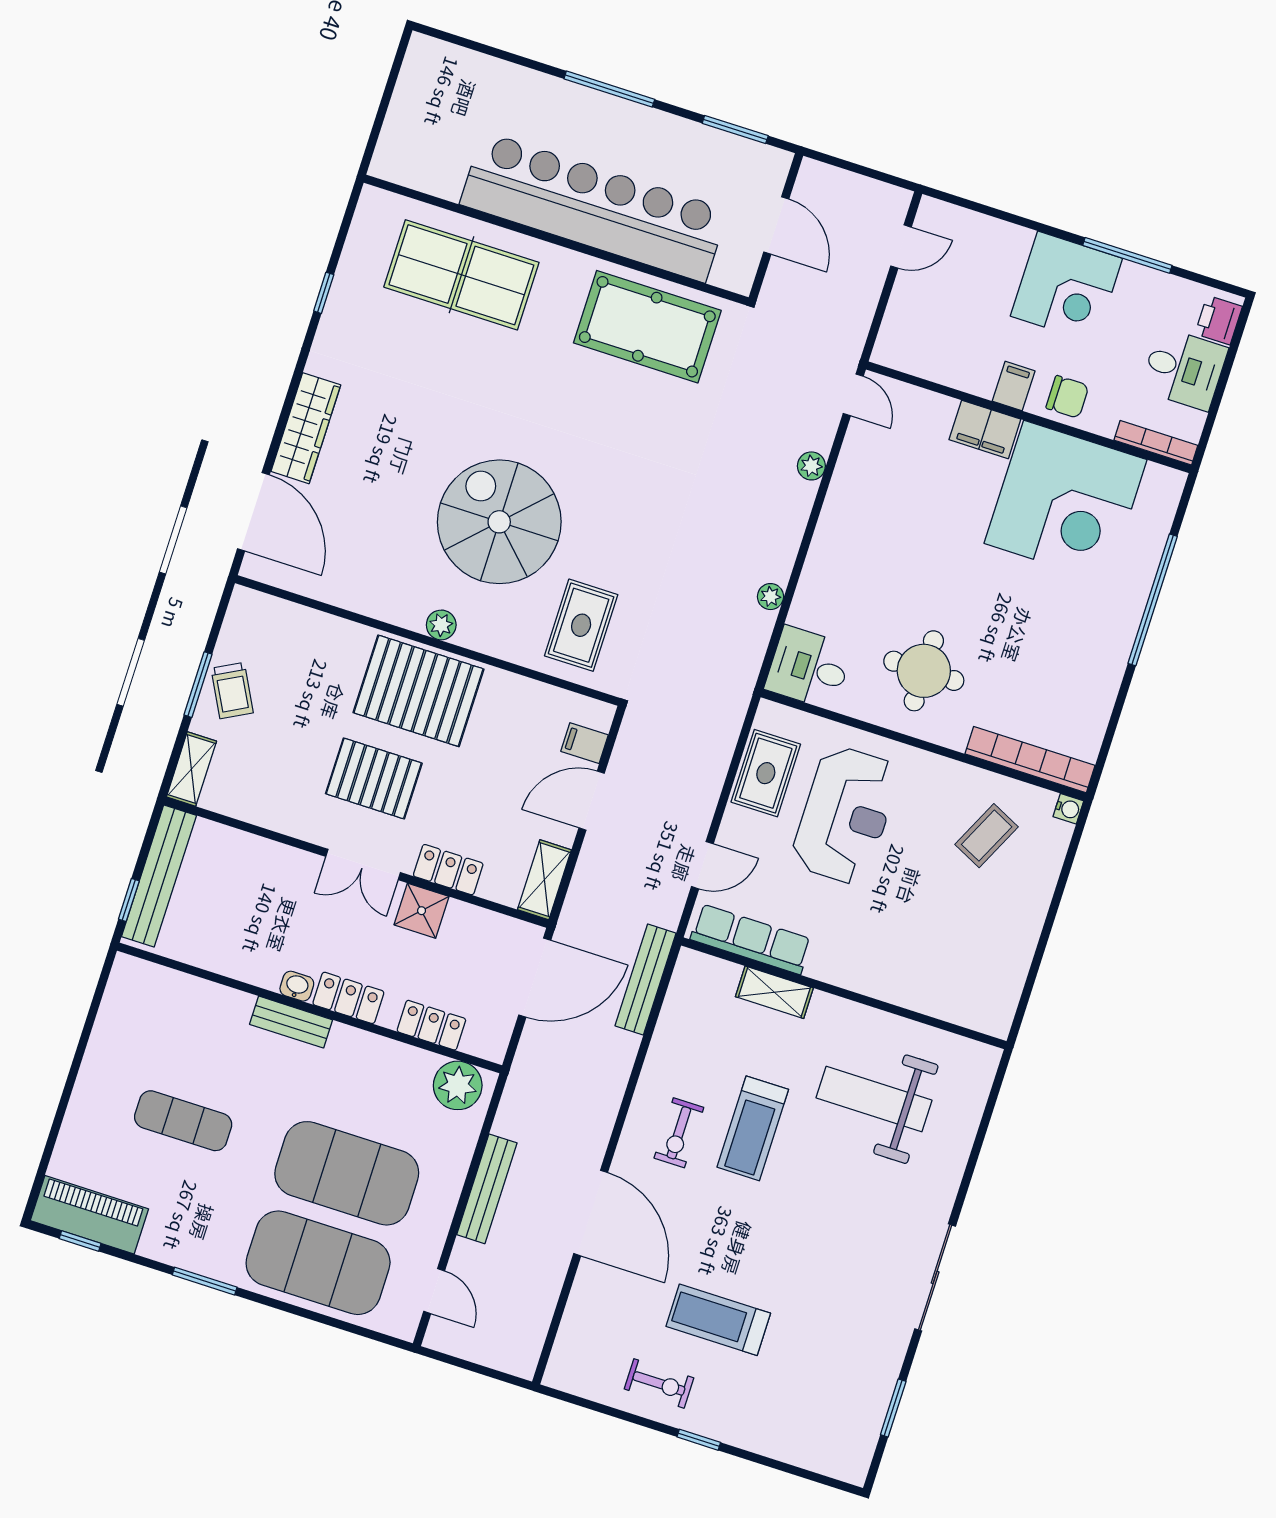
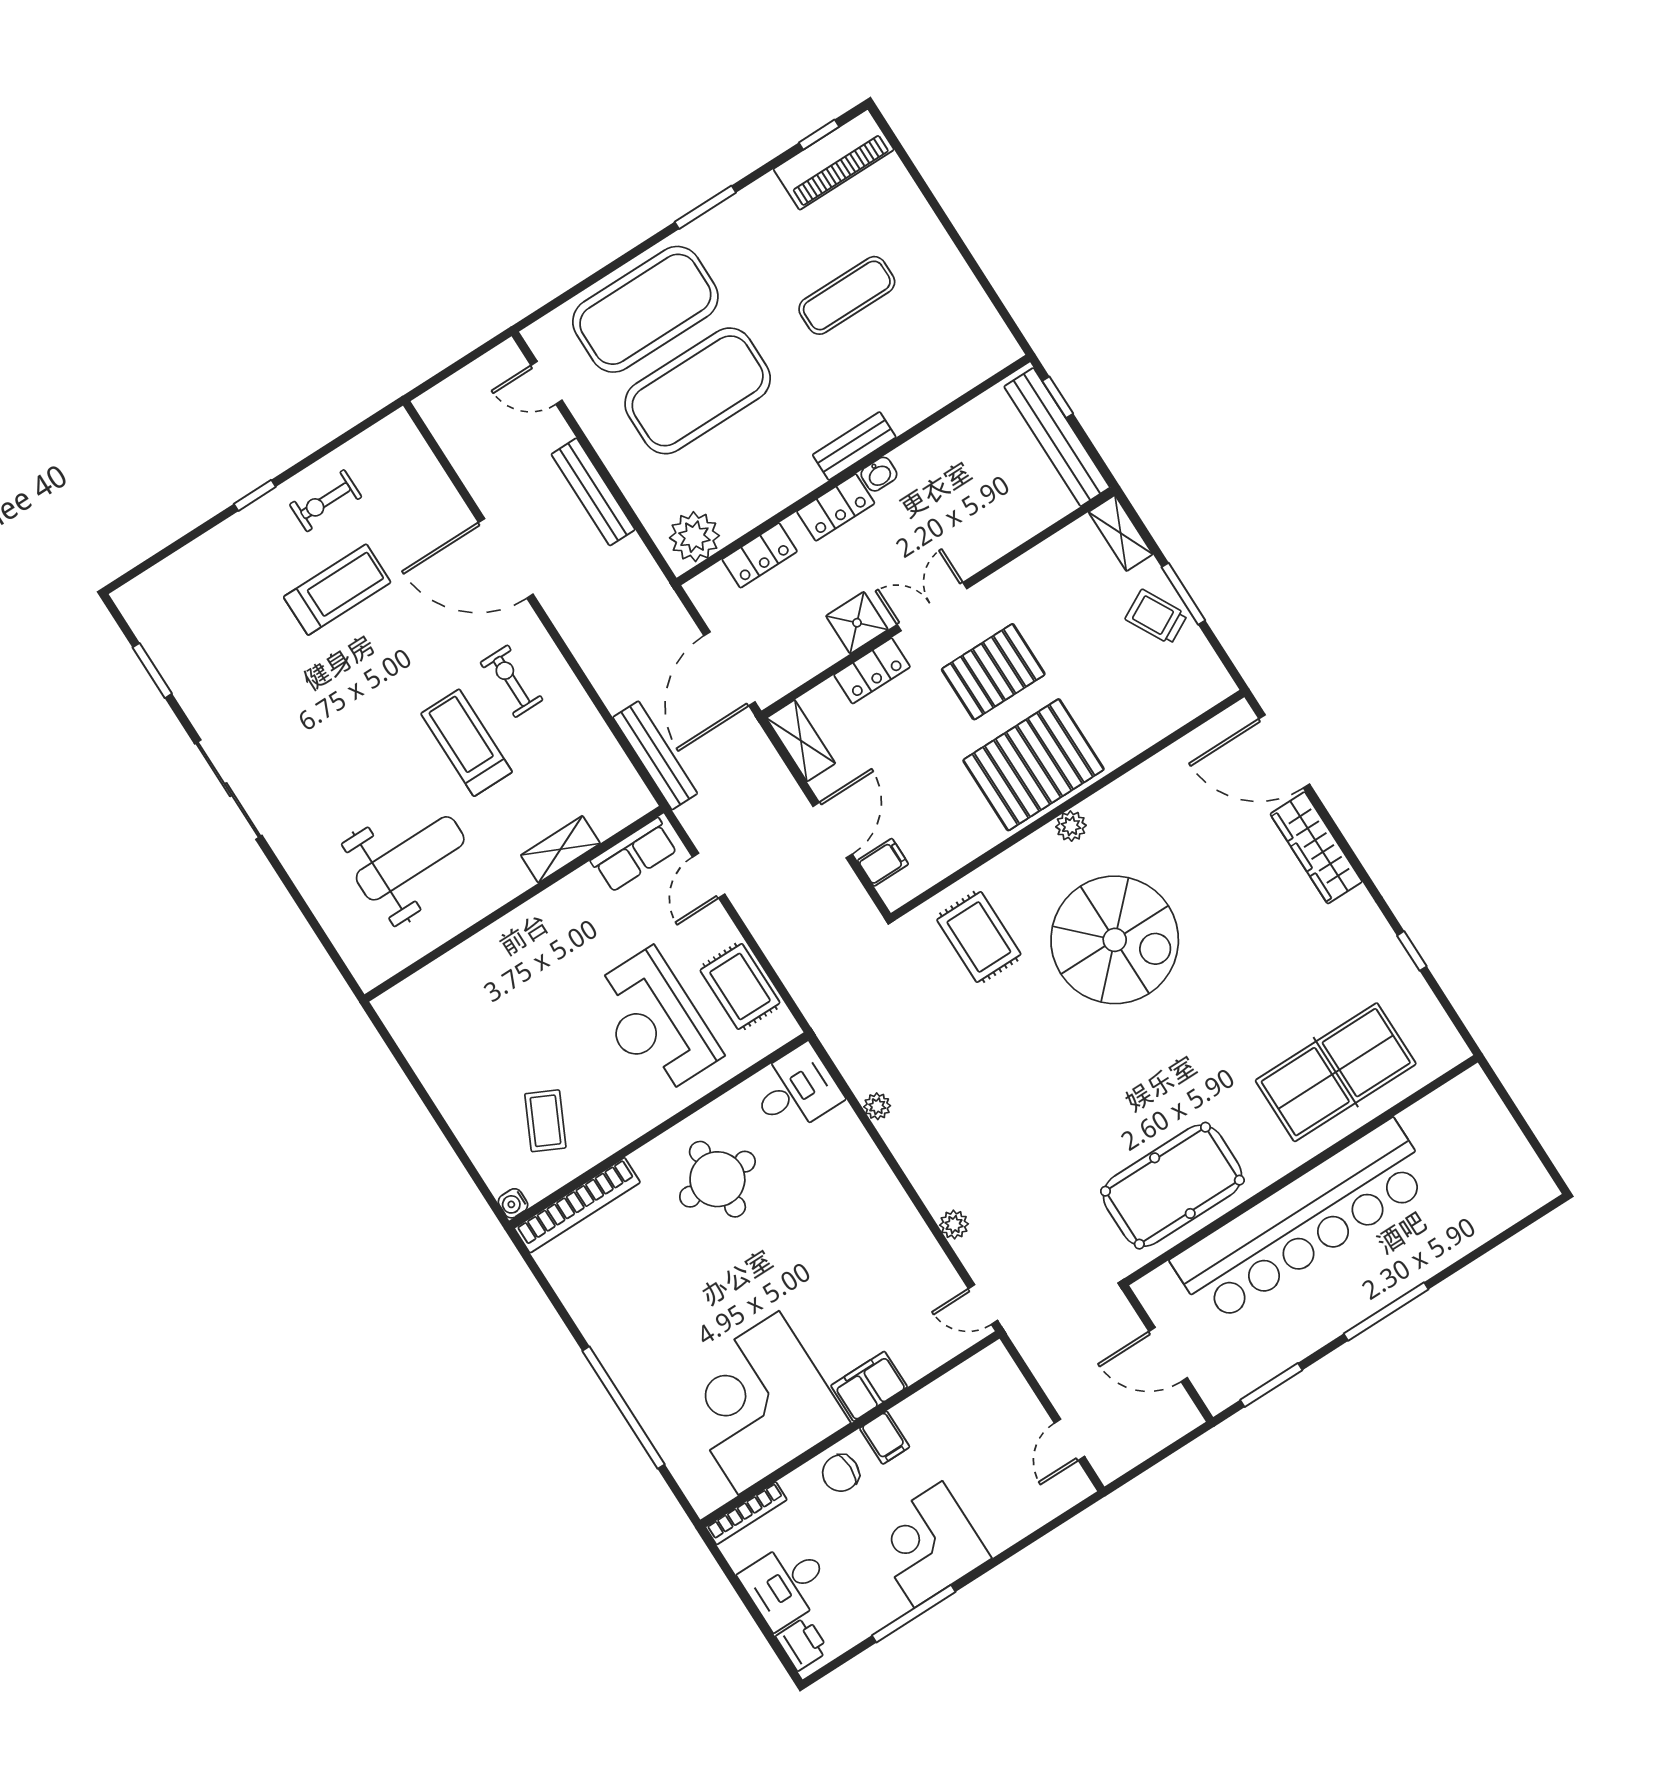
row of seats: (751, 939) -> (634, 855), width x0.68

